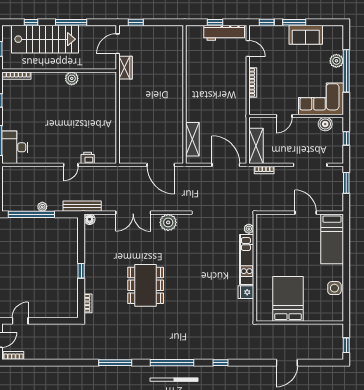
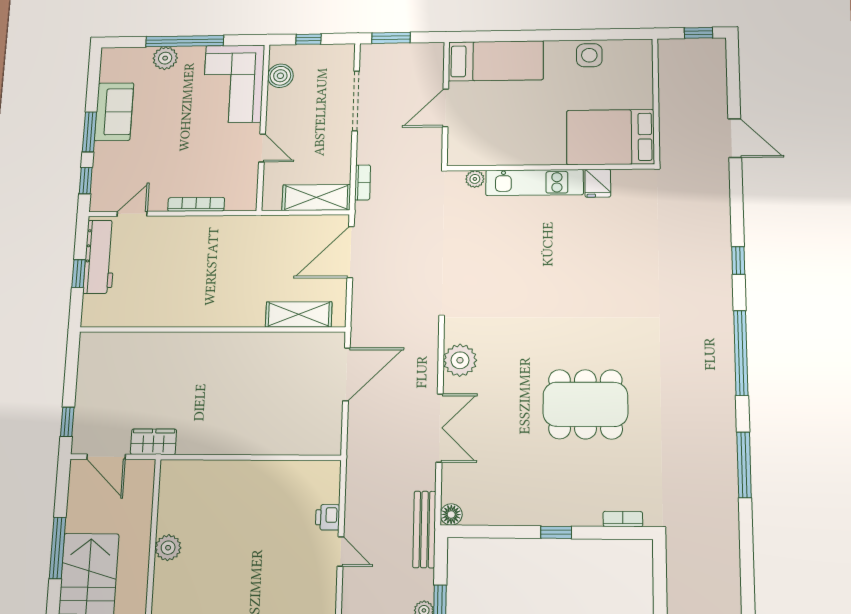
plant: (249, 229) -> (475, 179), moved
kitchen unit: (247, 260) -> (534, 182), moved
wall: (255, 268) -> (550, 167), moved
fridge: (246, 292) -> (598, 183), moved

